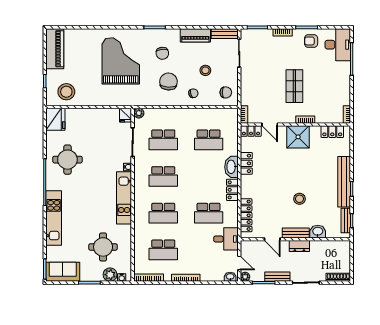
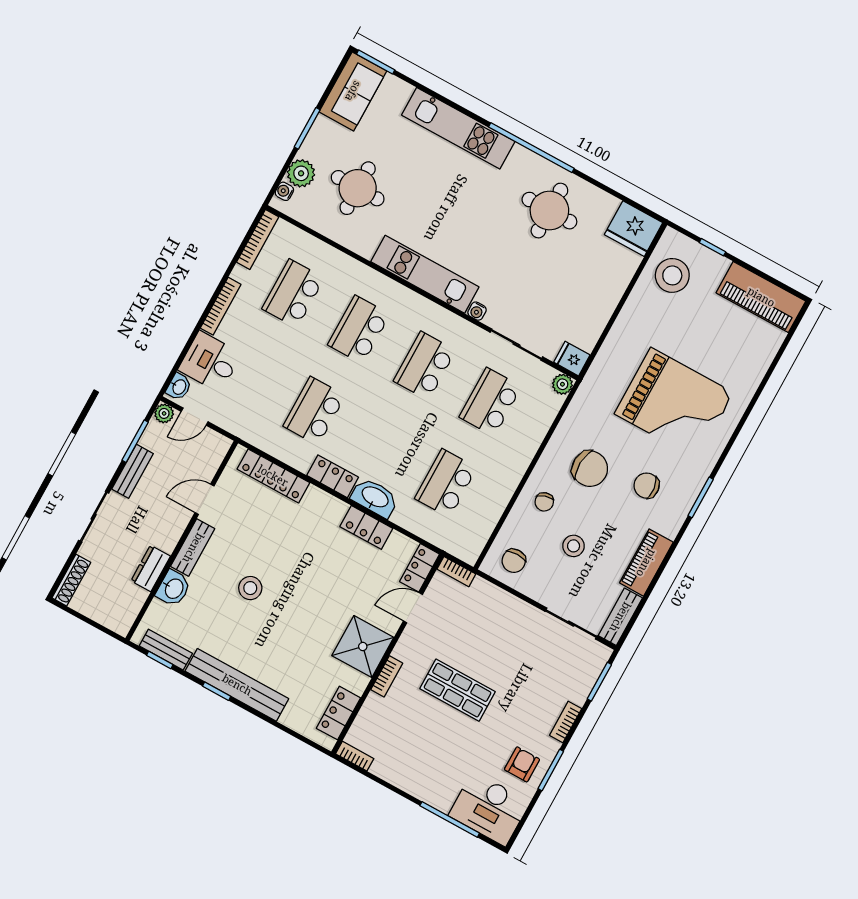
desk: (226, 239) -> (210, 362), moved, turned 90
dresser: (299, 246) -> (151, 568), moved

